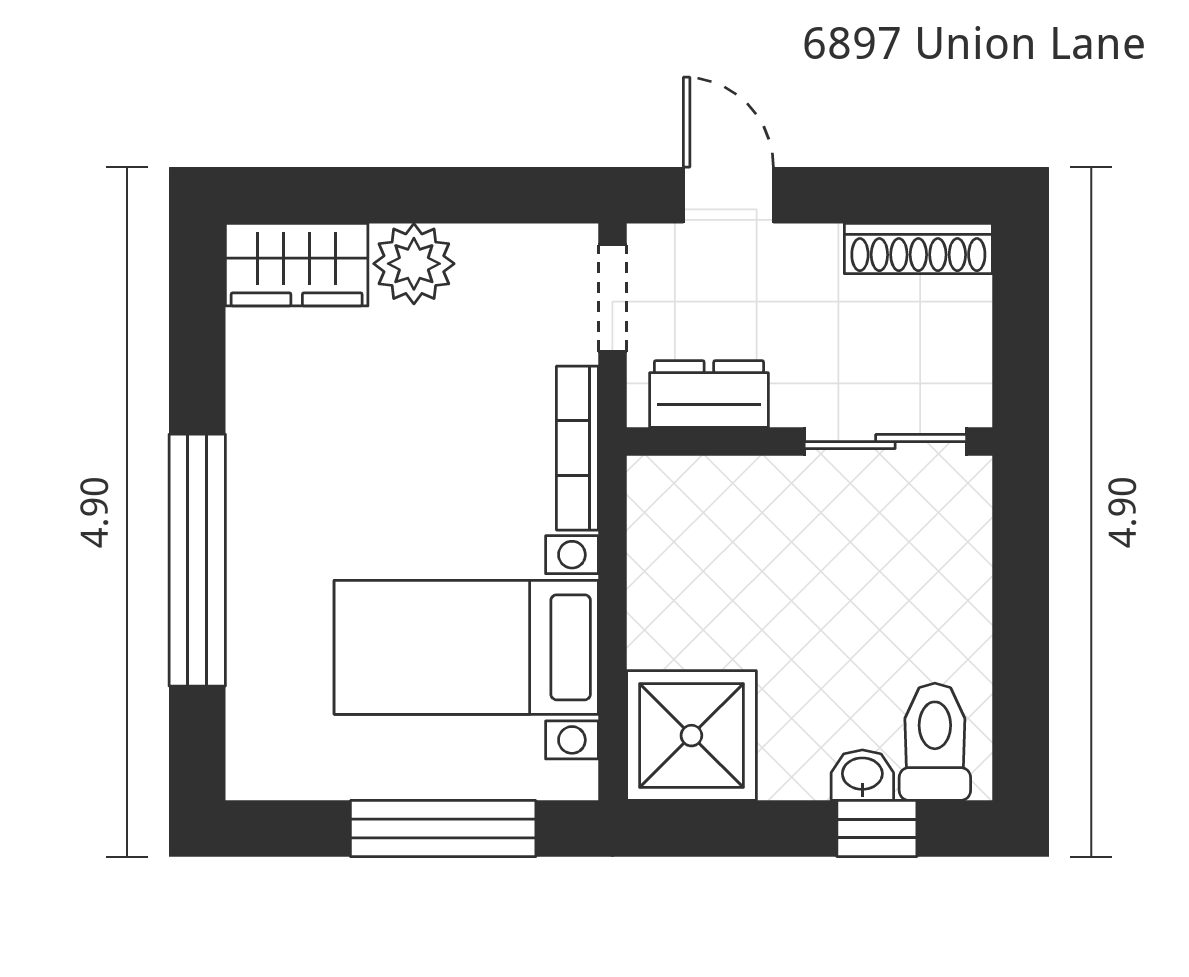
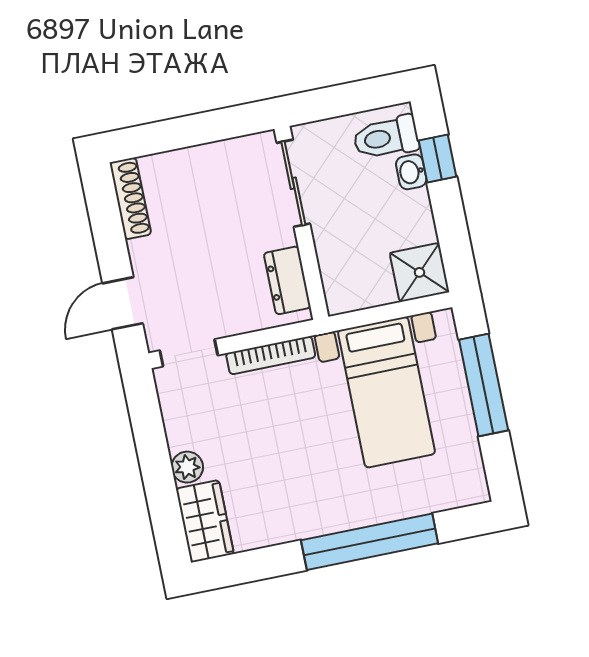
plant: (414, 264) -> (187, 467), width x0.73, depth x0.73
dresser: (709, 394) -> (287, 280), moved
wall: (810, 442) -> (301, 223), moved
sliding door: (885, 442) -> (293, 183), moved
shower: (691, 736) -> (419, 272), width x0.73, depth x0.73

